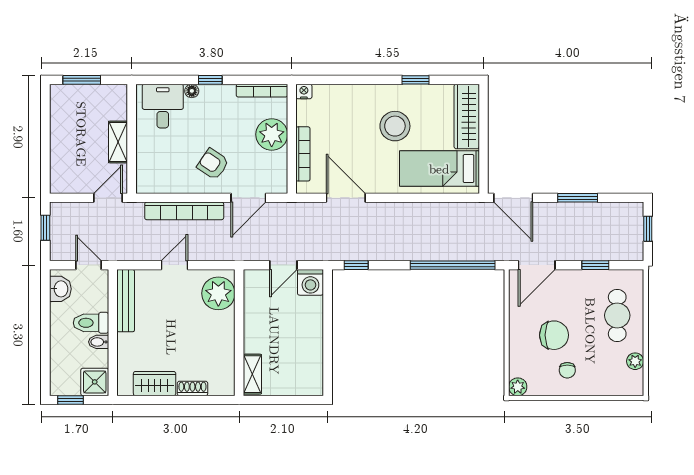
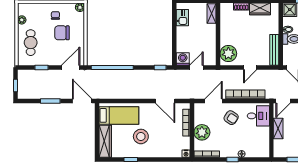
desk: (163, 106) -> (258, 116), moved, turned -90
kitchen sink: (311, 366) -> (182, 18), added

